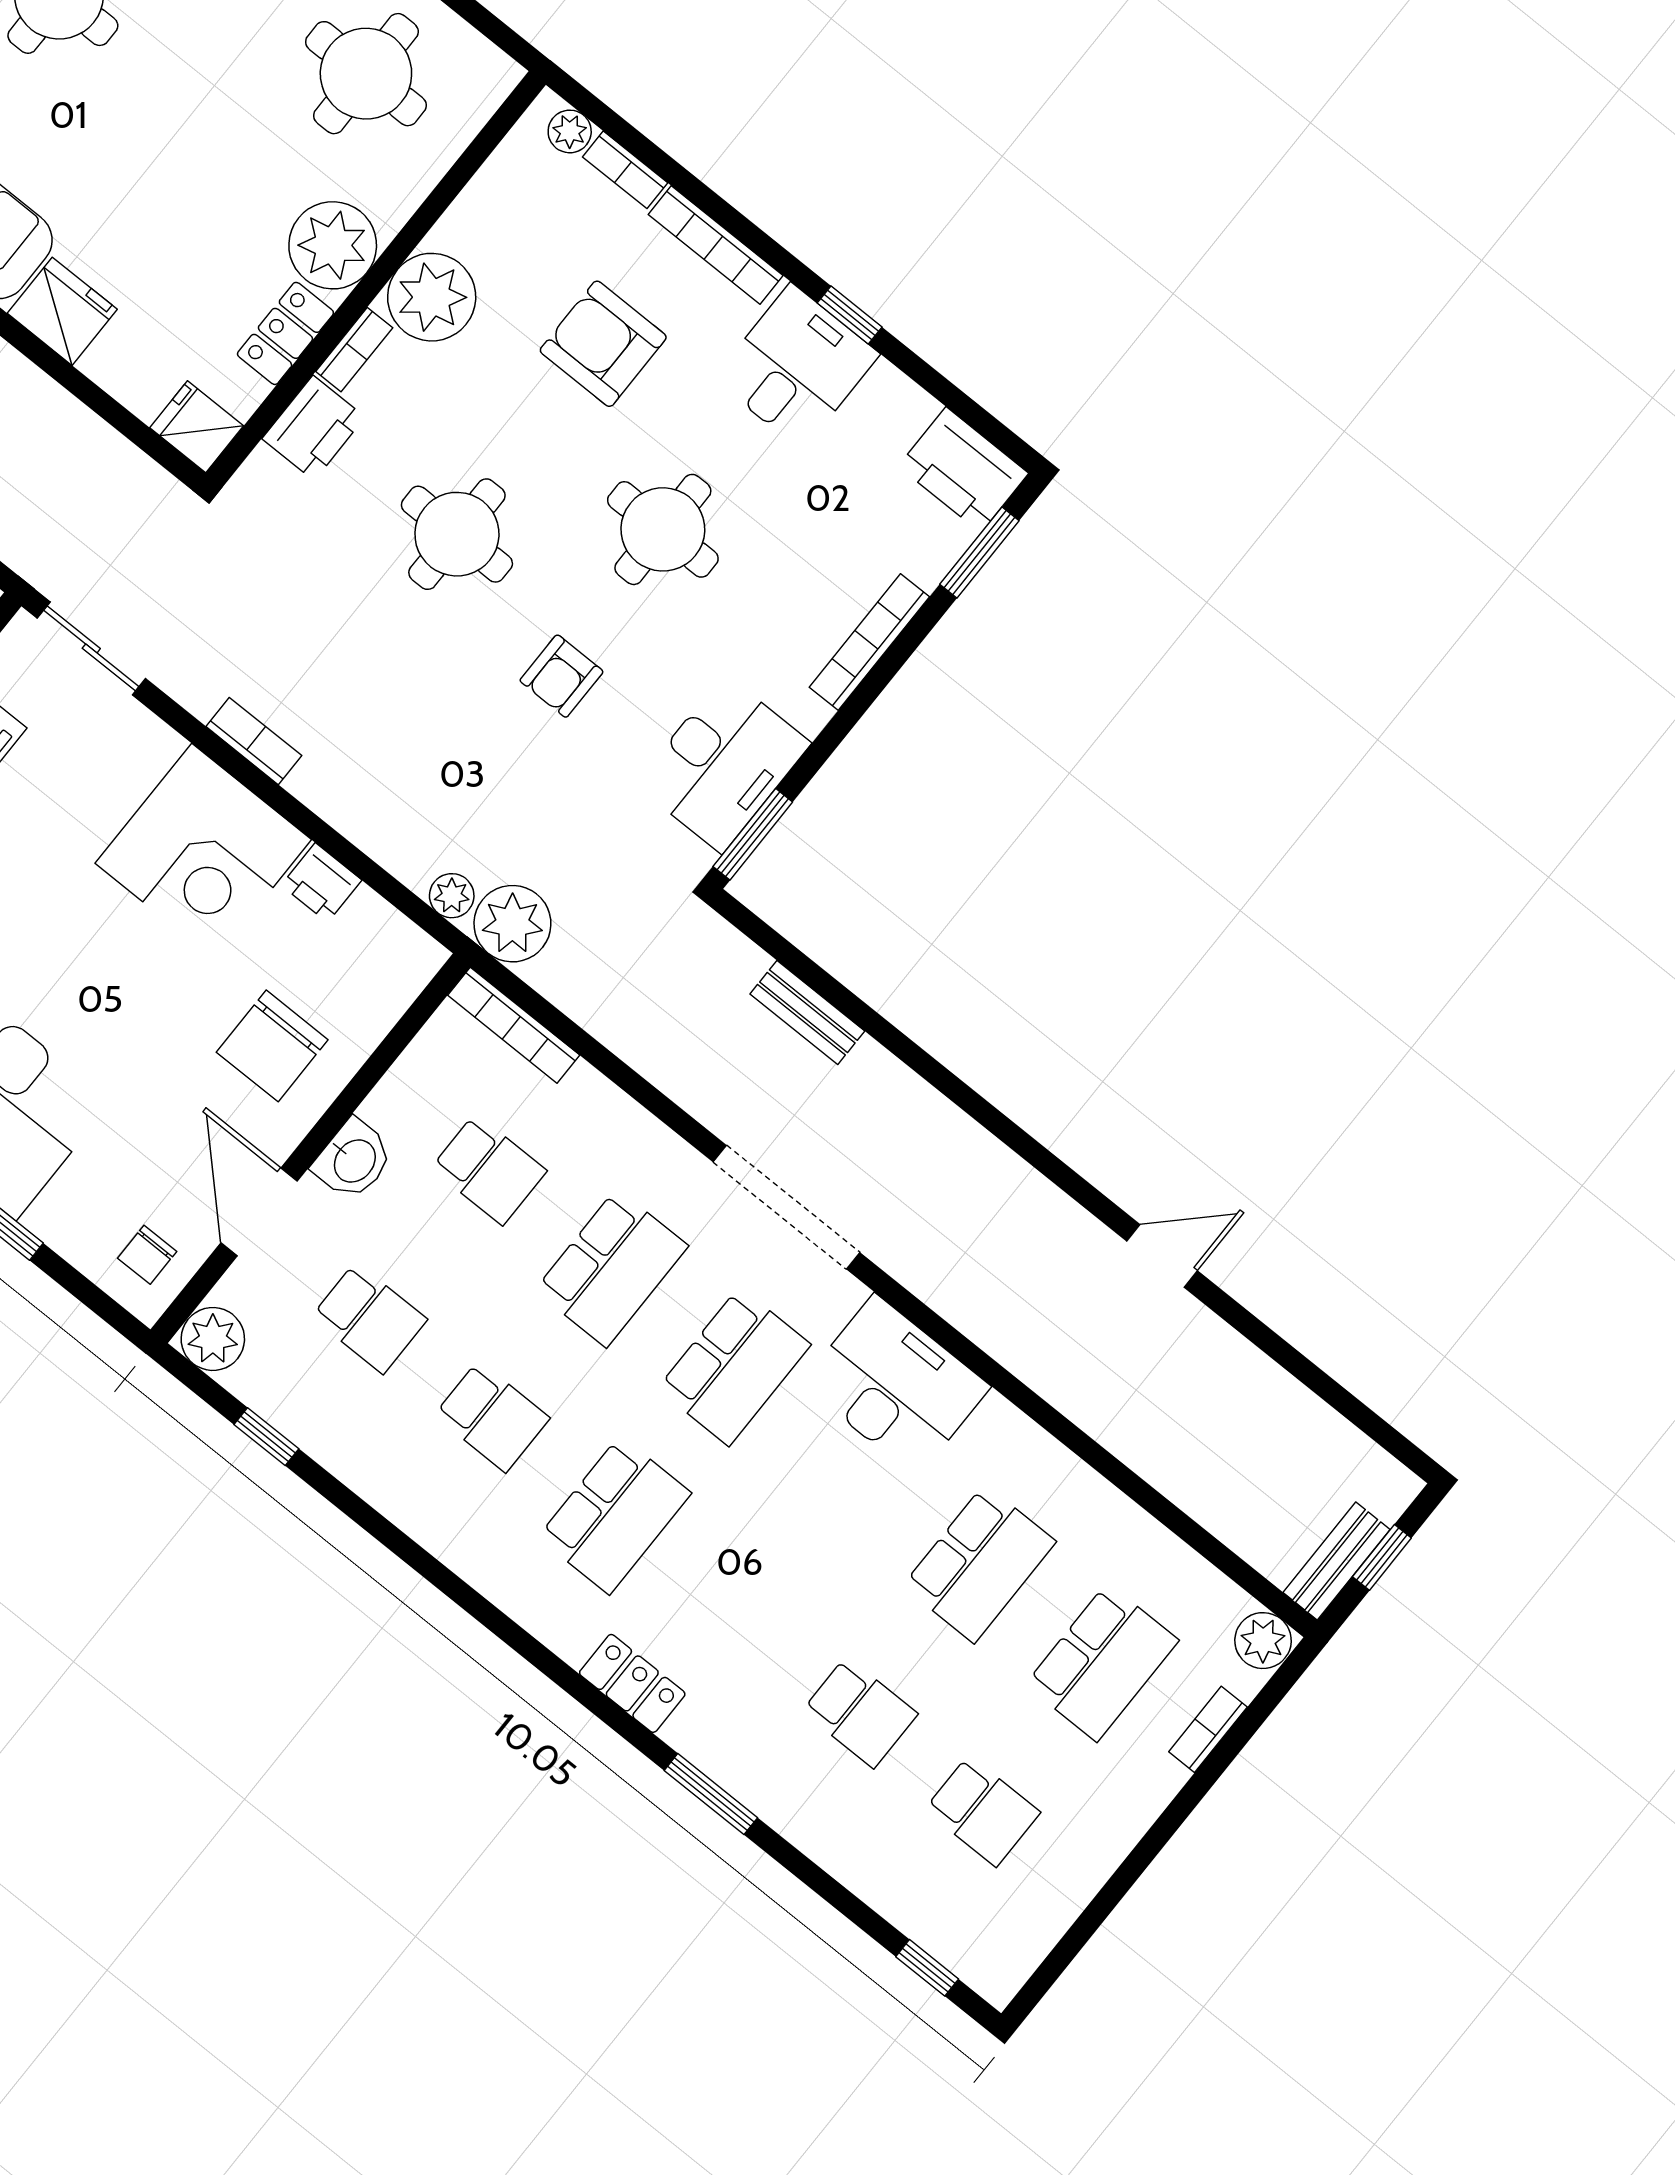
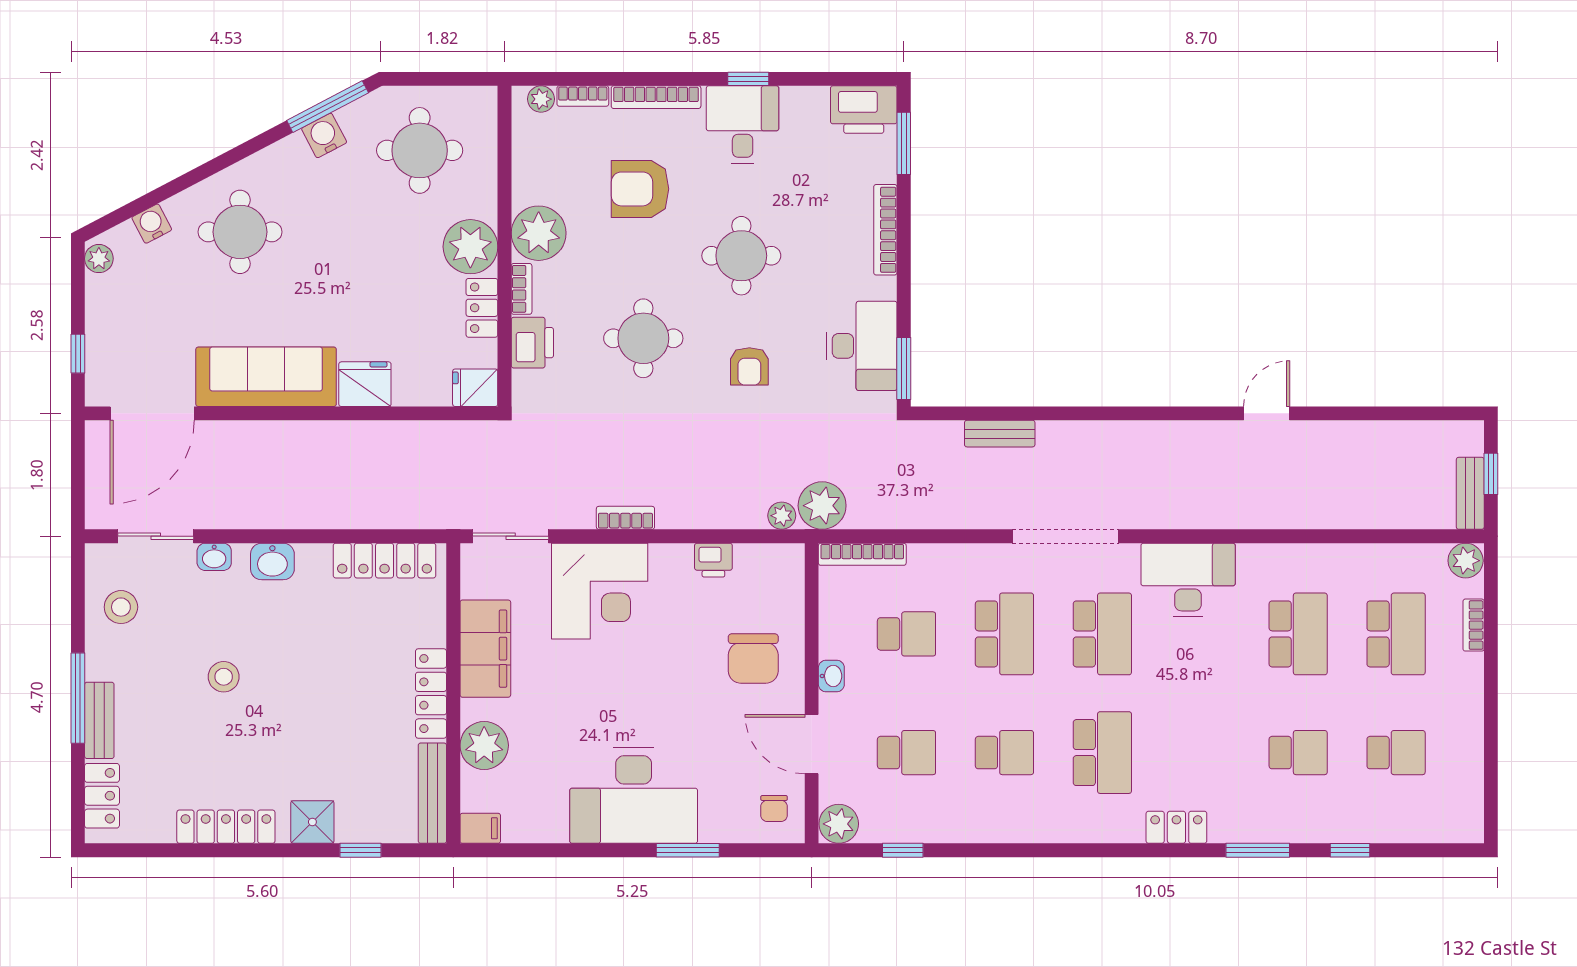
corner desk: (203, 851) -> (600, 591), moved
washbasin: (353, 1160) -> (831, 676), width x0.72, depth x0.69
window: (927, 1968) -> (1350, 850), moved

